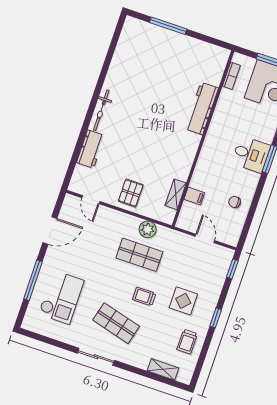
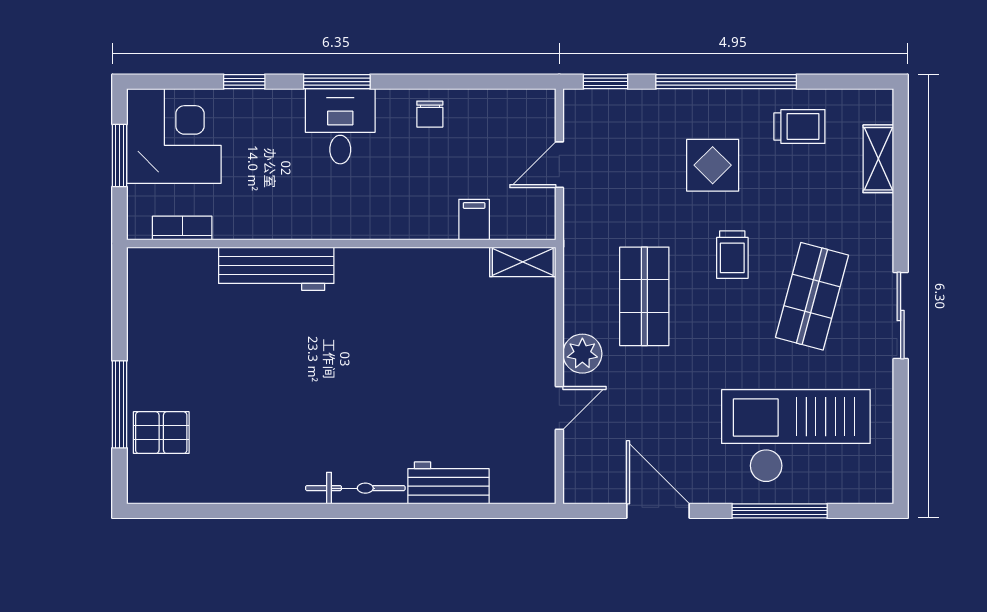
pallet: (131, 193) -> (161, 433), moved
shelving: (176, 194) -> (523, 262), moved
door: (91, 200) -> (559, 408), moved
chair: (235, 202) -> (430, 114), moved
plant: (148, 229) -> (582, 354), moved
checkout: (61, 297) -> (796, 436), width x1.36, depth x1.21
window: (216, 318) -> (726, 82), width x3.17

